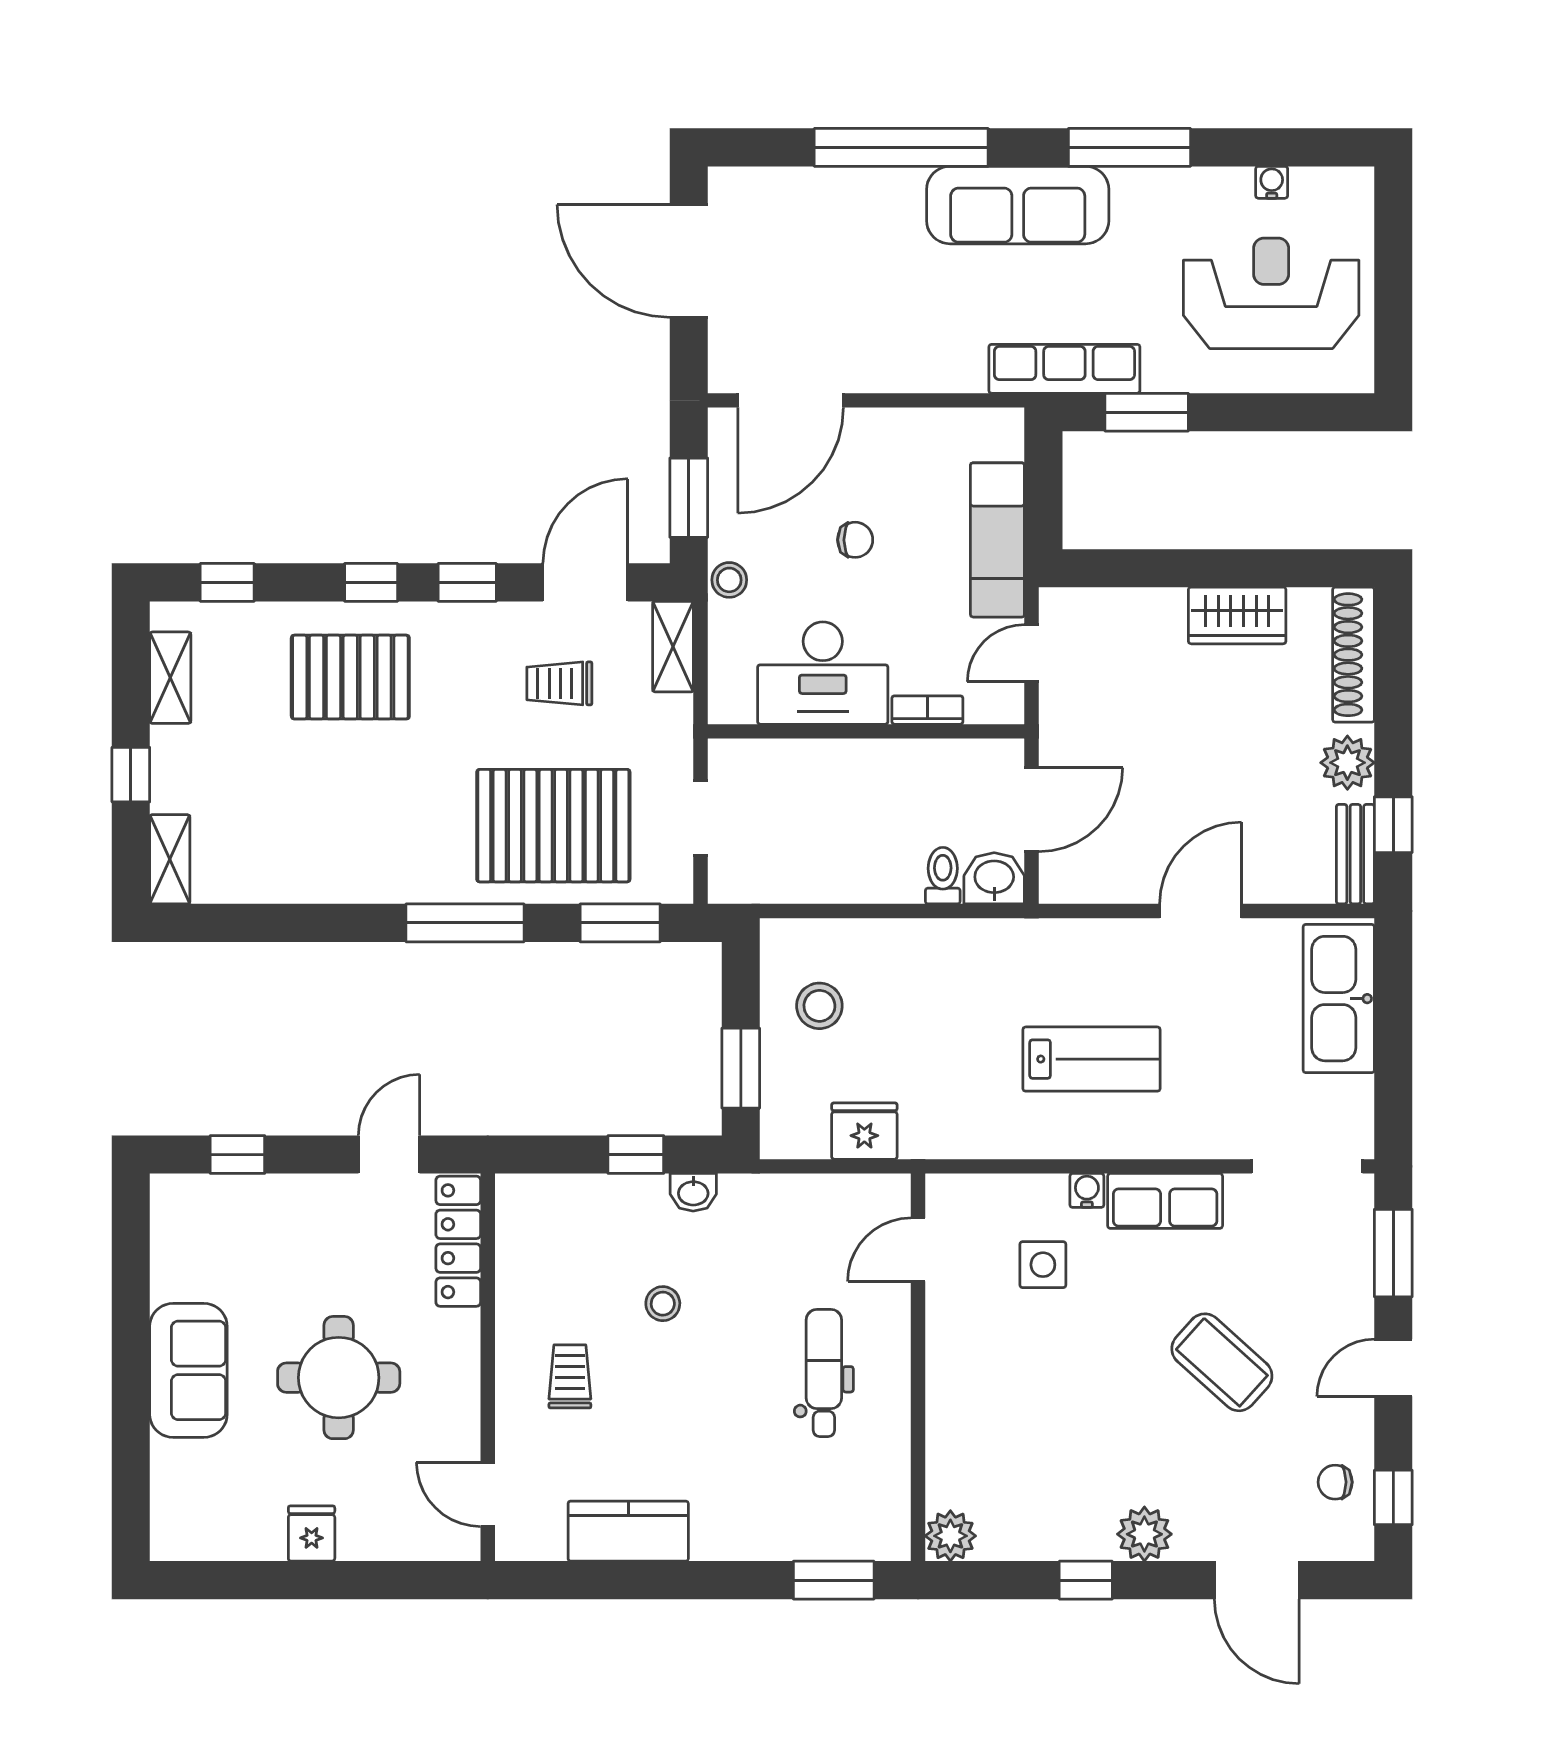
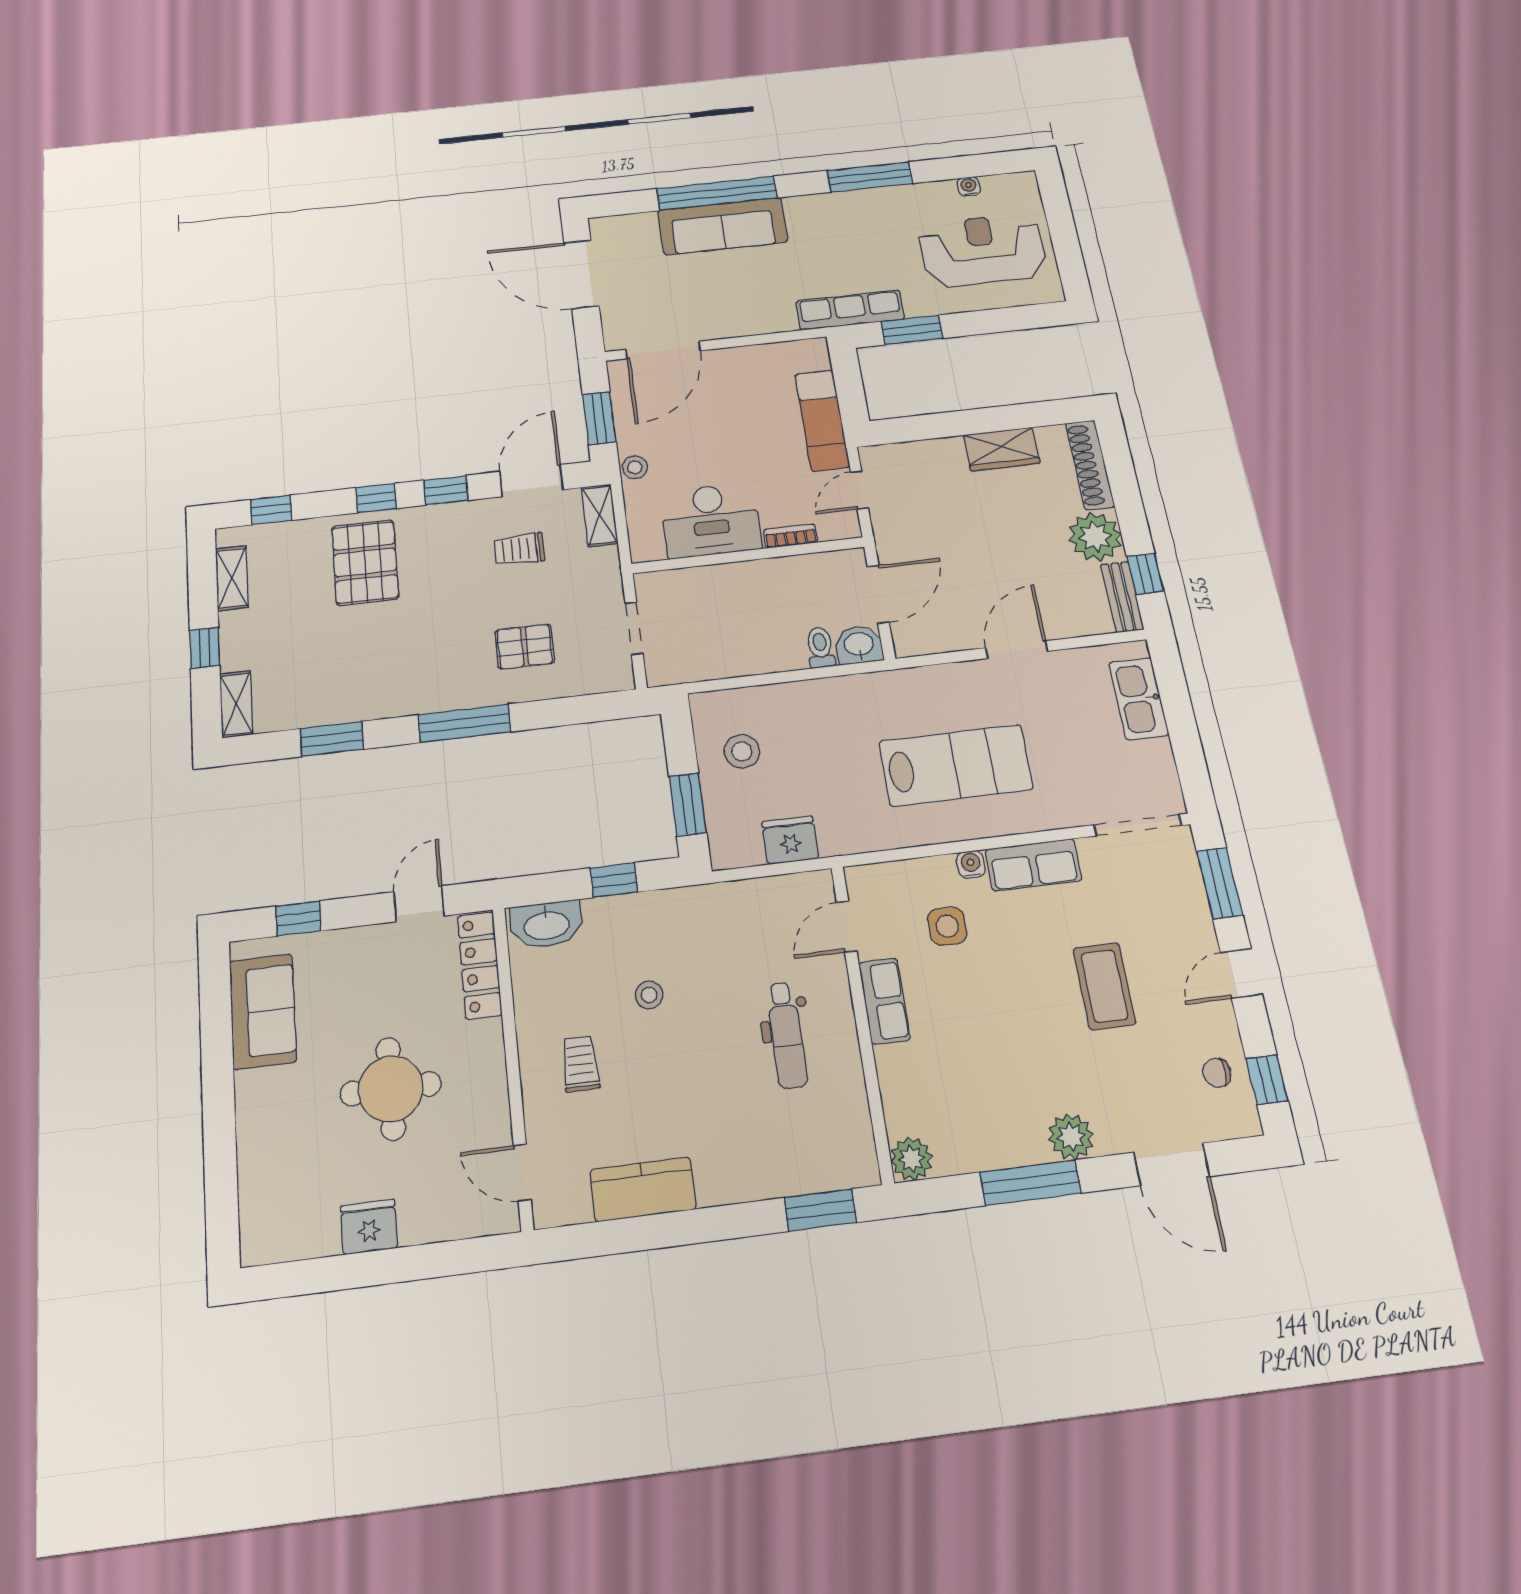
sofa: (1018, 205) -> (723, 226), moved
chair: (855, 540) -> (721, 432), removed
pallet: (350, 677) -> (365, 562), turned 90
plant: (1347, 763) -> (1095, 537), width x1.36, depth x1.36
pallet: (553, 826) -> (525, 647), width x0.49, depth x0.50
window: (620, 923) -> (332, 739), moved
kitchen sink: (1339, 999) -> (1139, 699), width x0.73, depth x0.81
lab bench: (1092, 1059) -> (956, 765), width x1.36, depth x1.39
washbasin: (693, 1192) -> (546, 925), moved, width x1.91, depth x1.45
row of seats: (949, 1347) -> (884, 1001), added
coffee table: (1222, 1362) -> (1104, 986), turned 48
sofa: (188, 1370) -> (263, 1011), moved
dental chair: (824, 1373) -> (787, 1035), turned 180
fridge: (312, 1533) -> (369, 1227), width x1.38
window: (1086, 1580) -> (1030, 1183), width x2.17

